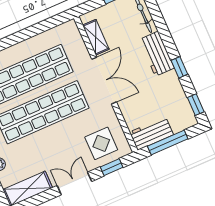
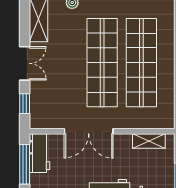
double door: (104, 81) -> (89, 131), moved
display table: (101, 143) -> (50, 104), removed

